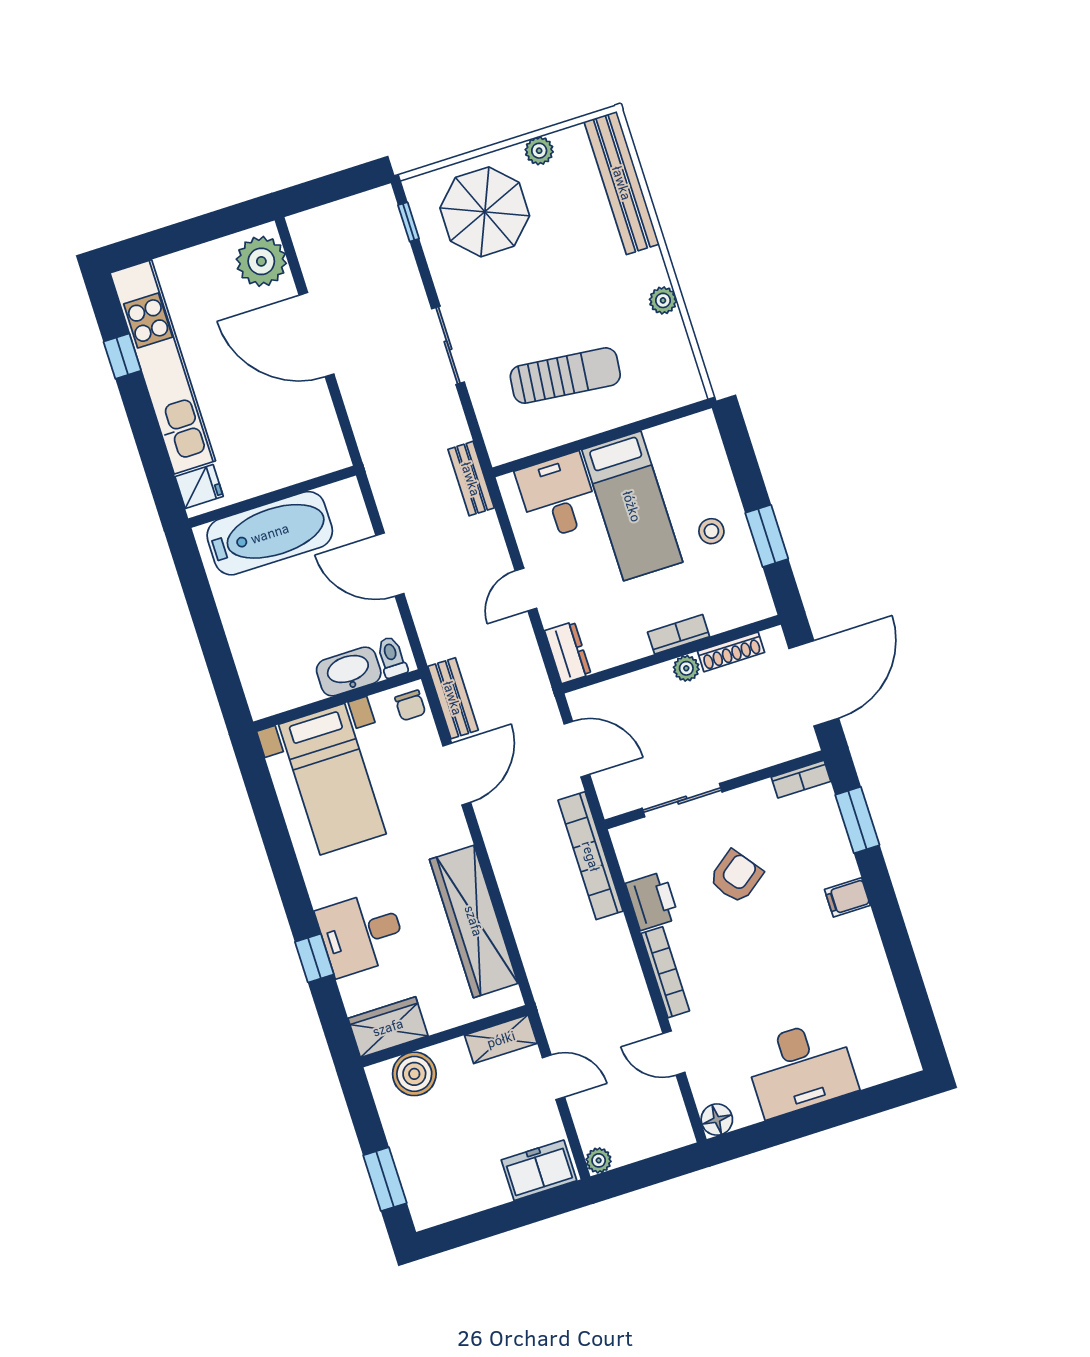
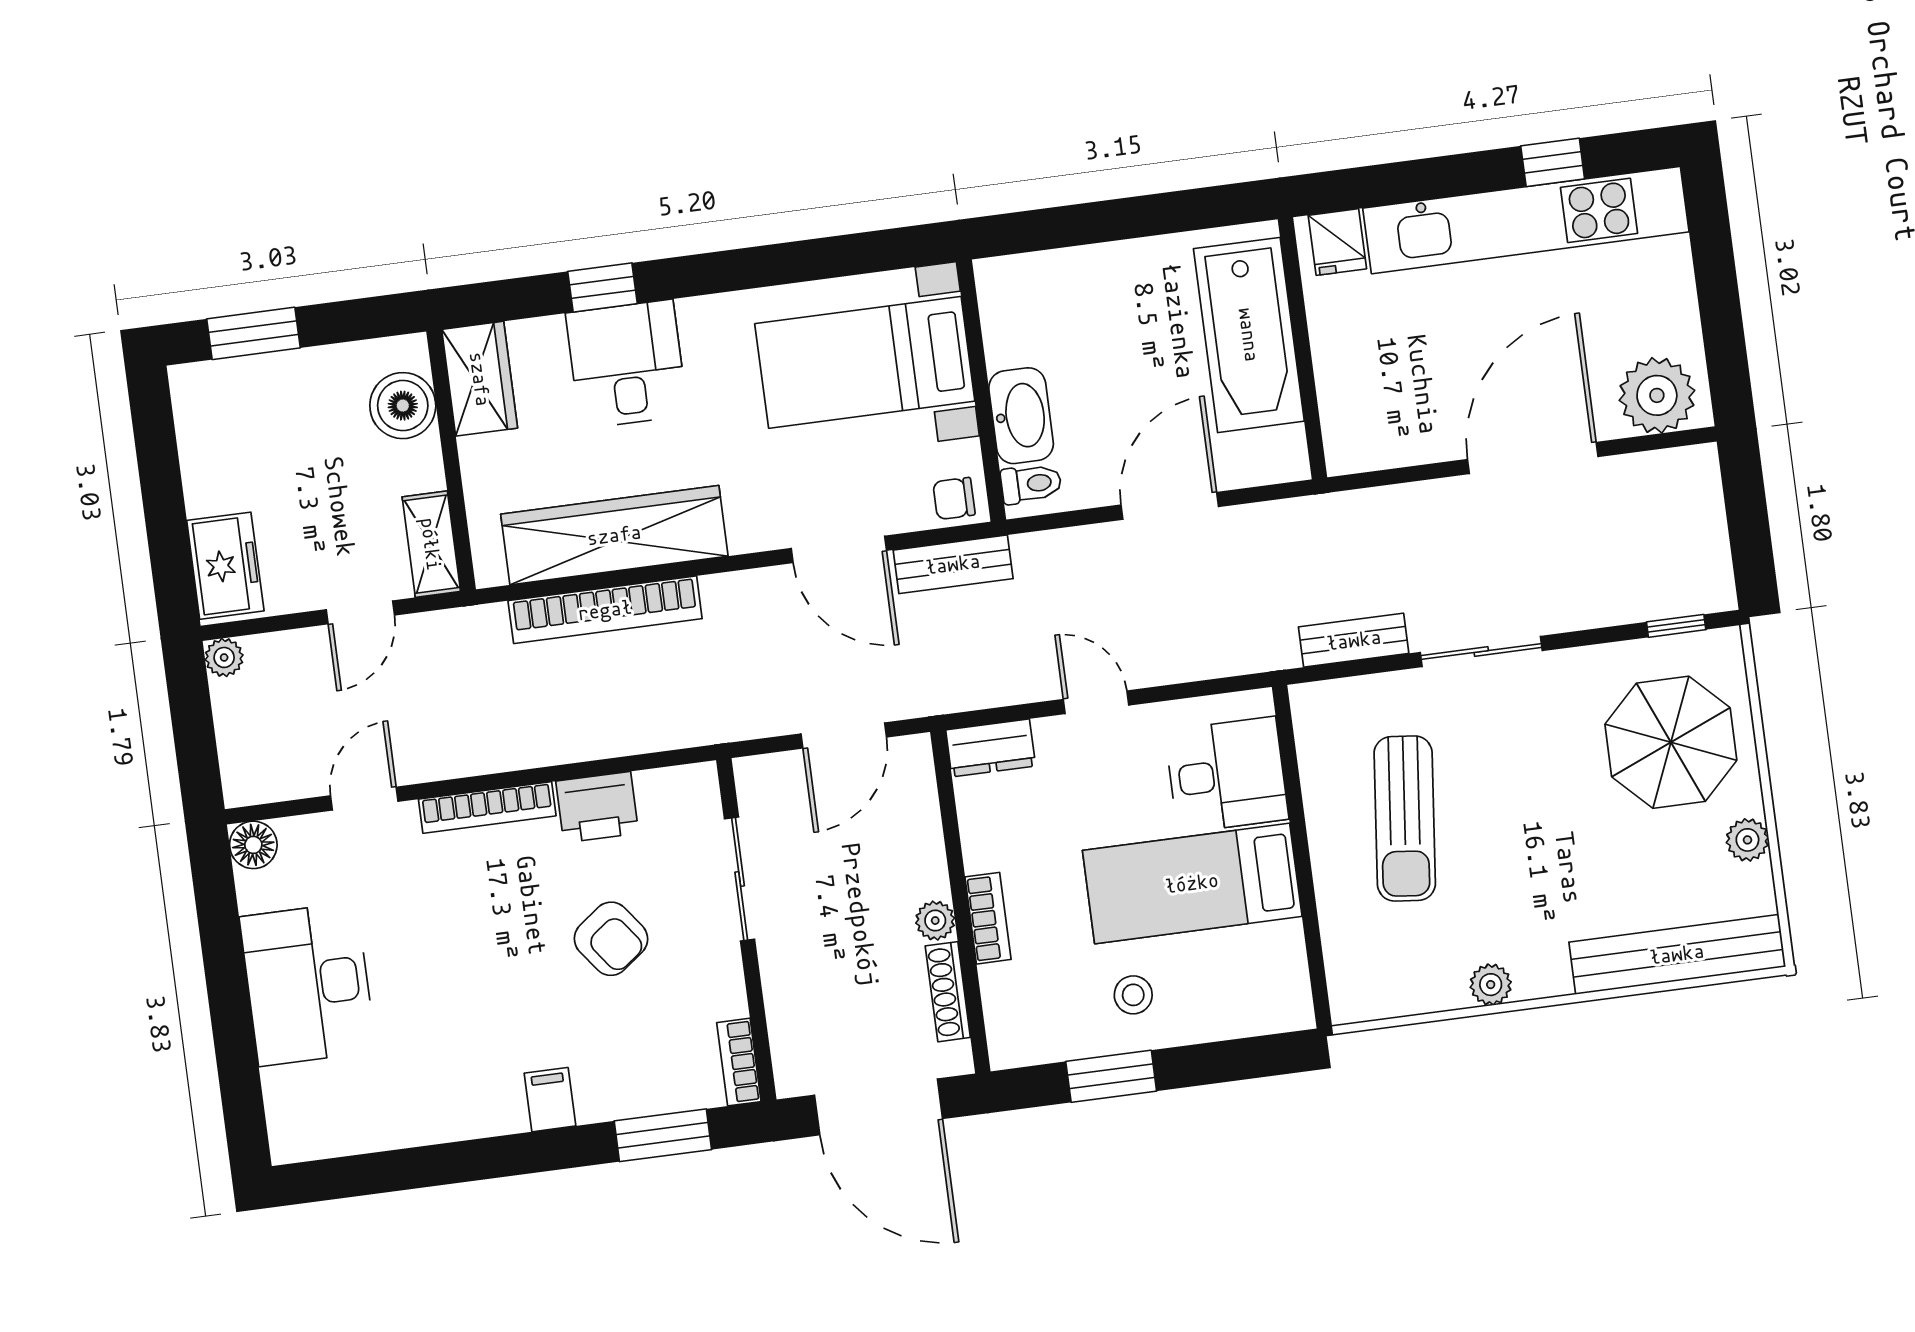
bench: (471, 479) -> (1354, 640), moved
bookcase: (591, 856) -> (605, 610), moved, turned 180

